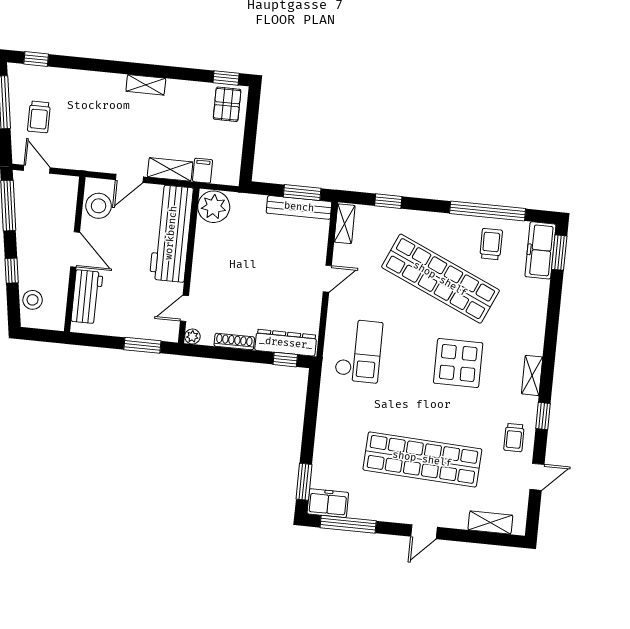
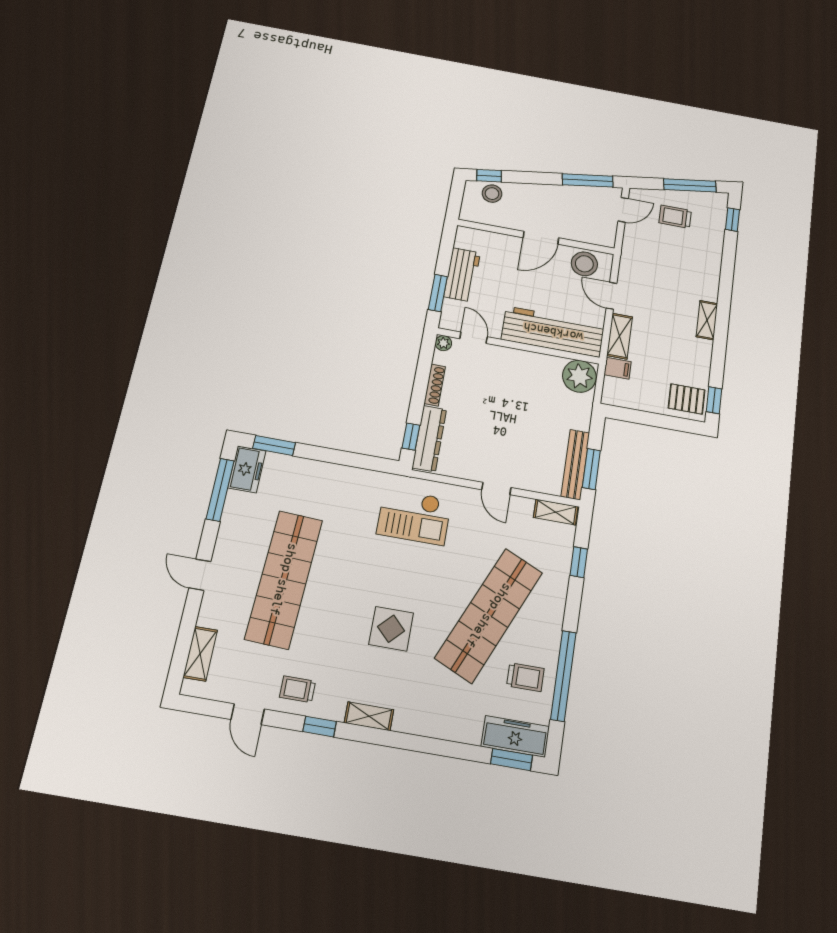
window: (12, 271) -> (489, 176), moved
workbench: (87, 297) -> (462, 275), moved, turned -90
display table: (458, 363) -> (391, 629), width x0.73, depth x0.73

